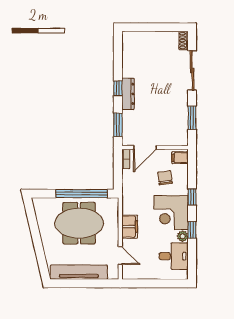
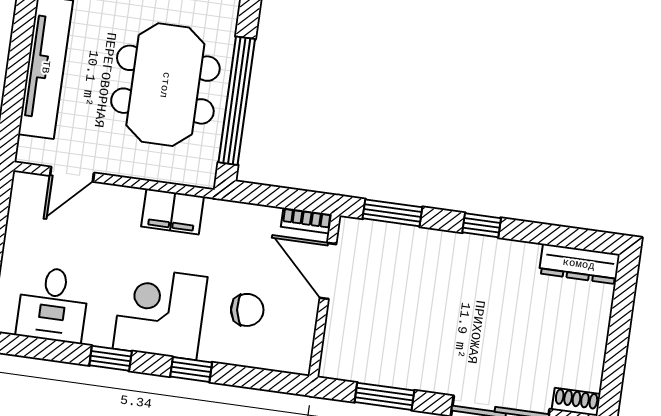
dresser: (128, 94) -> (579, 264), moved
filing cabinet: (180, 158) -> (291, 353), removed
filing cabinet: (130, 227) -> (173, 212), moved
plant: (183, 236) -> (98, 333), removed

